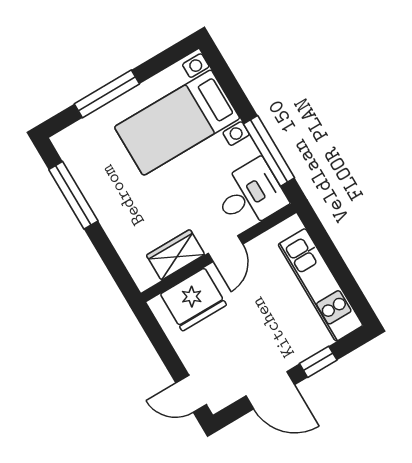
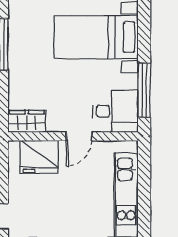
wardrobe: (176, 255) -> (27, 121), moved

